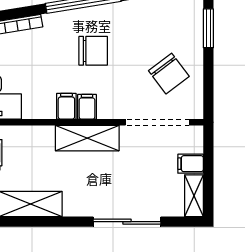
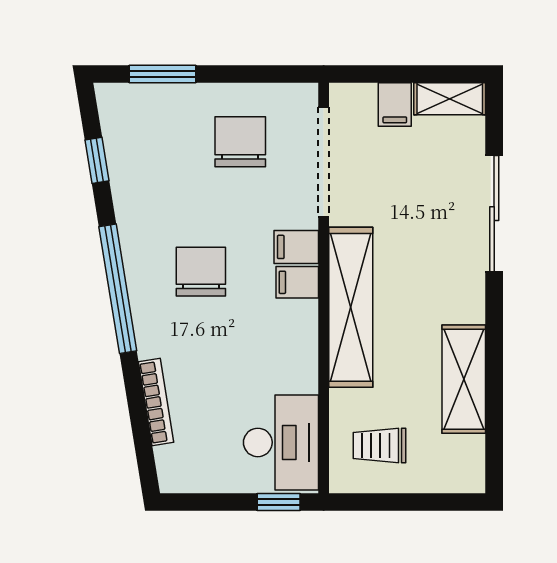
chair: (169, 74) -> (240, 142), turned -53
filing cabinet: (66, 106) -> (296, 247), moved
shelving: (87, 138) -> (351, 307), width x1.47

